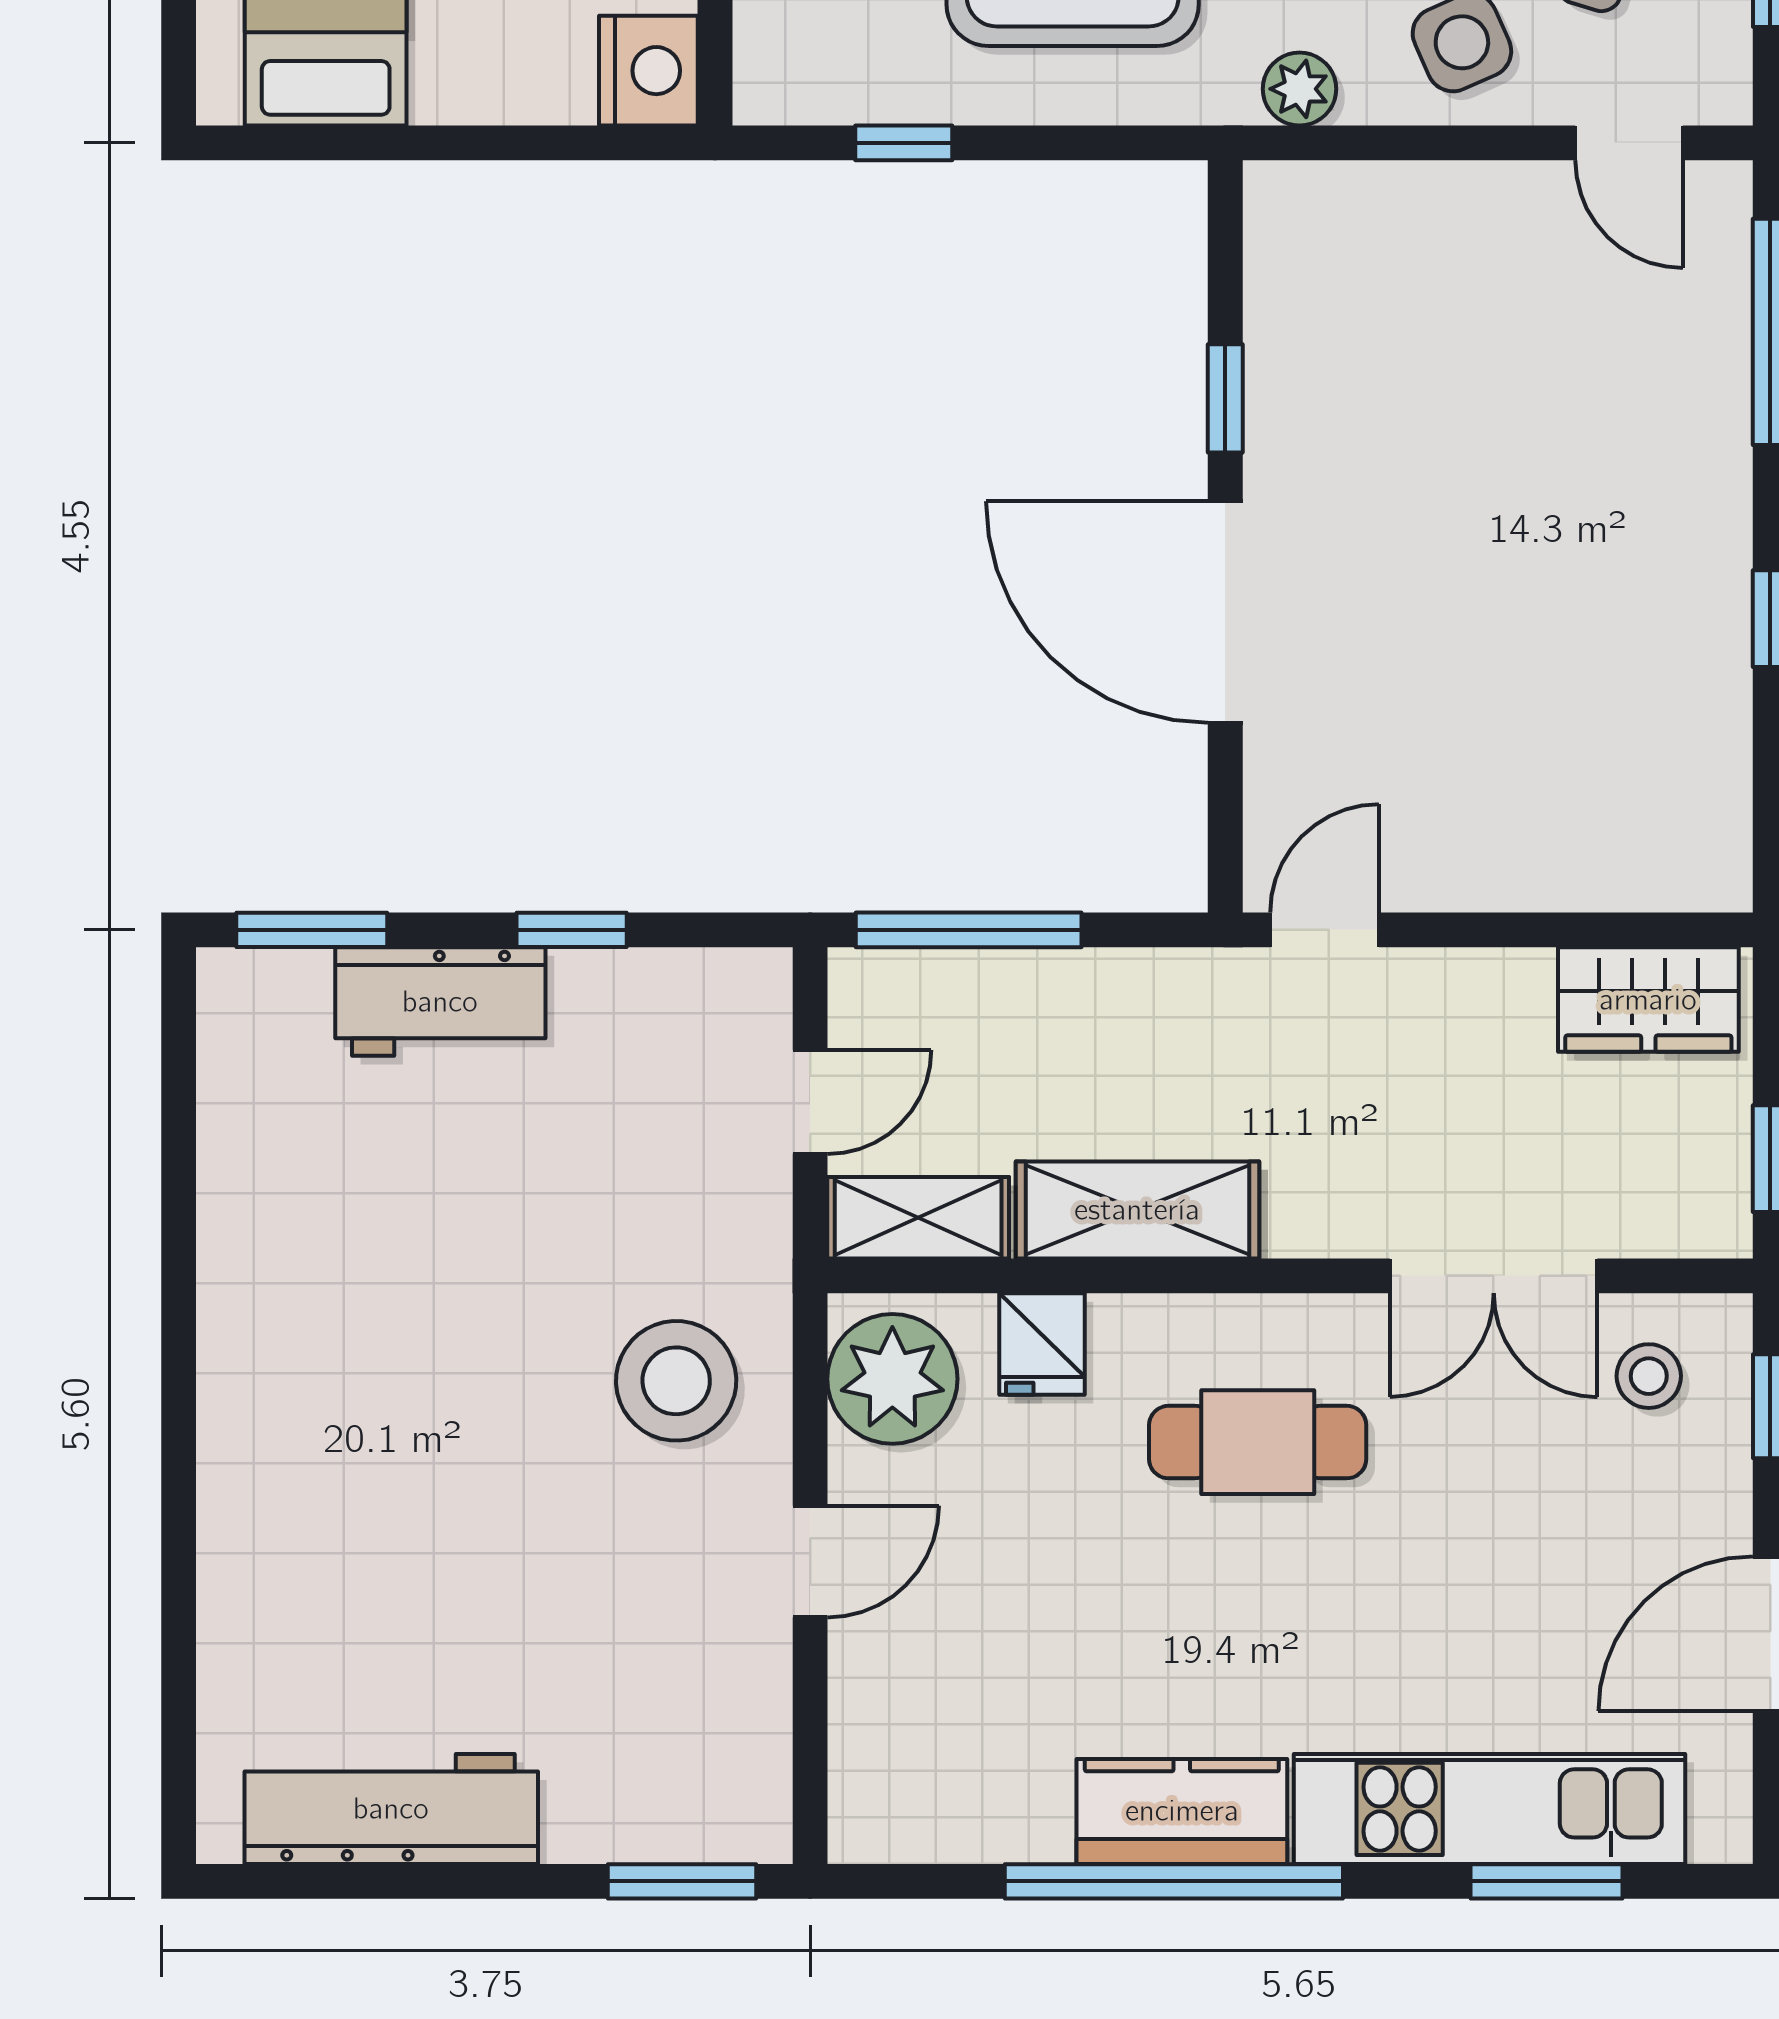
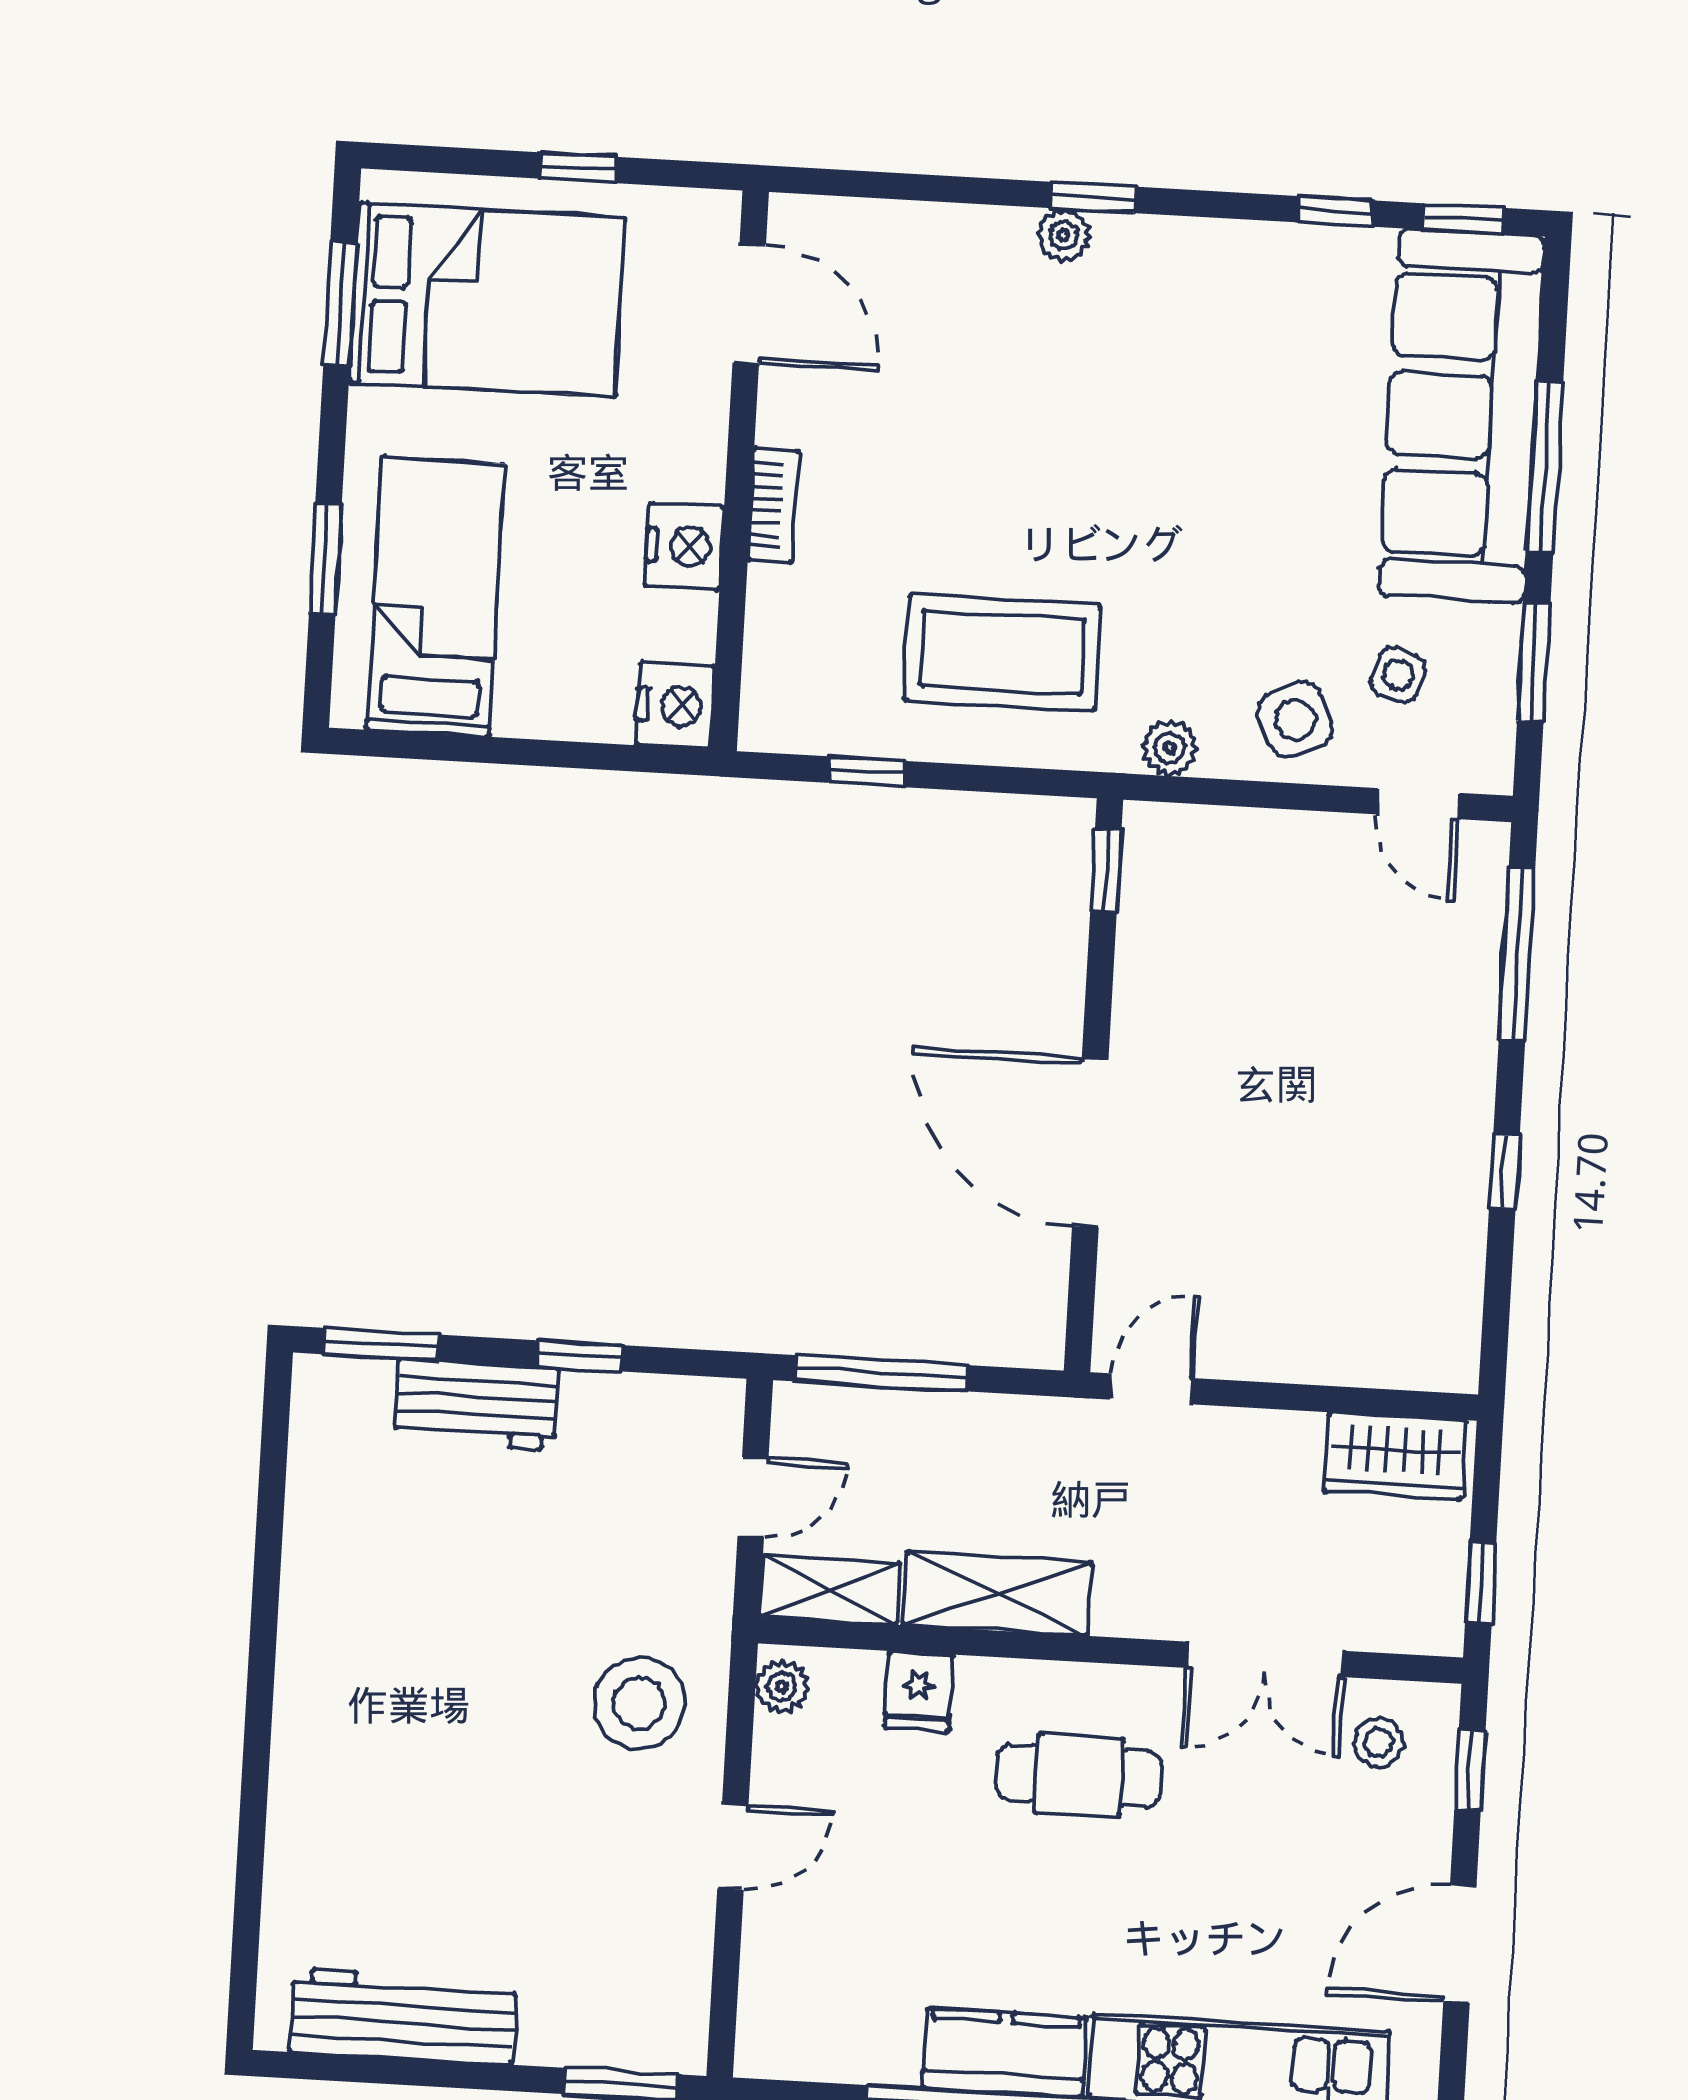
window: (1225, 398) -> (1106, 870), moved
plant: (892, 1379) -> (782, 1687), width x0.53, depth x0.53

